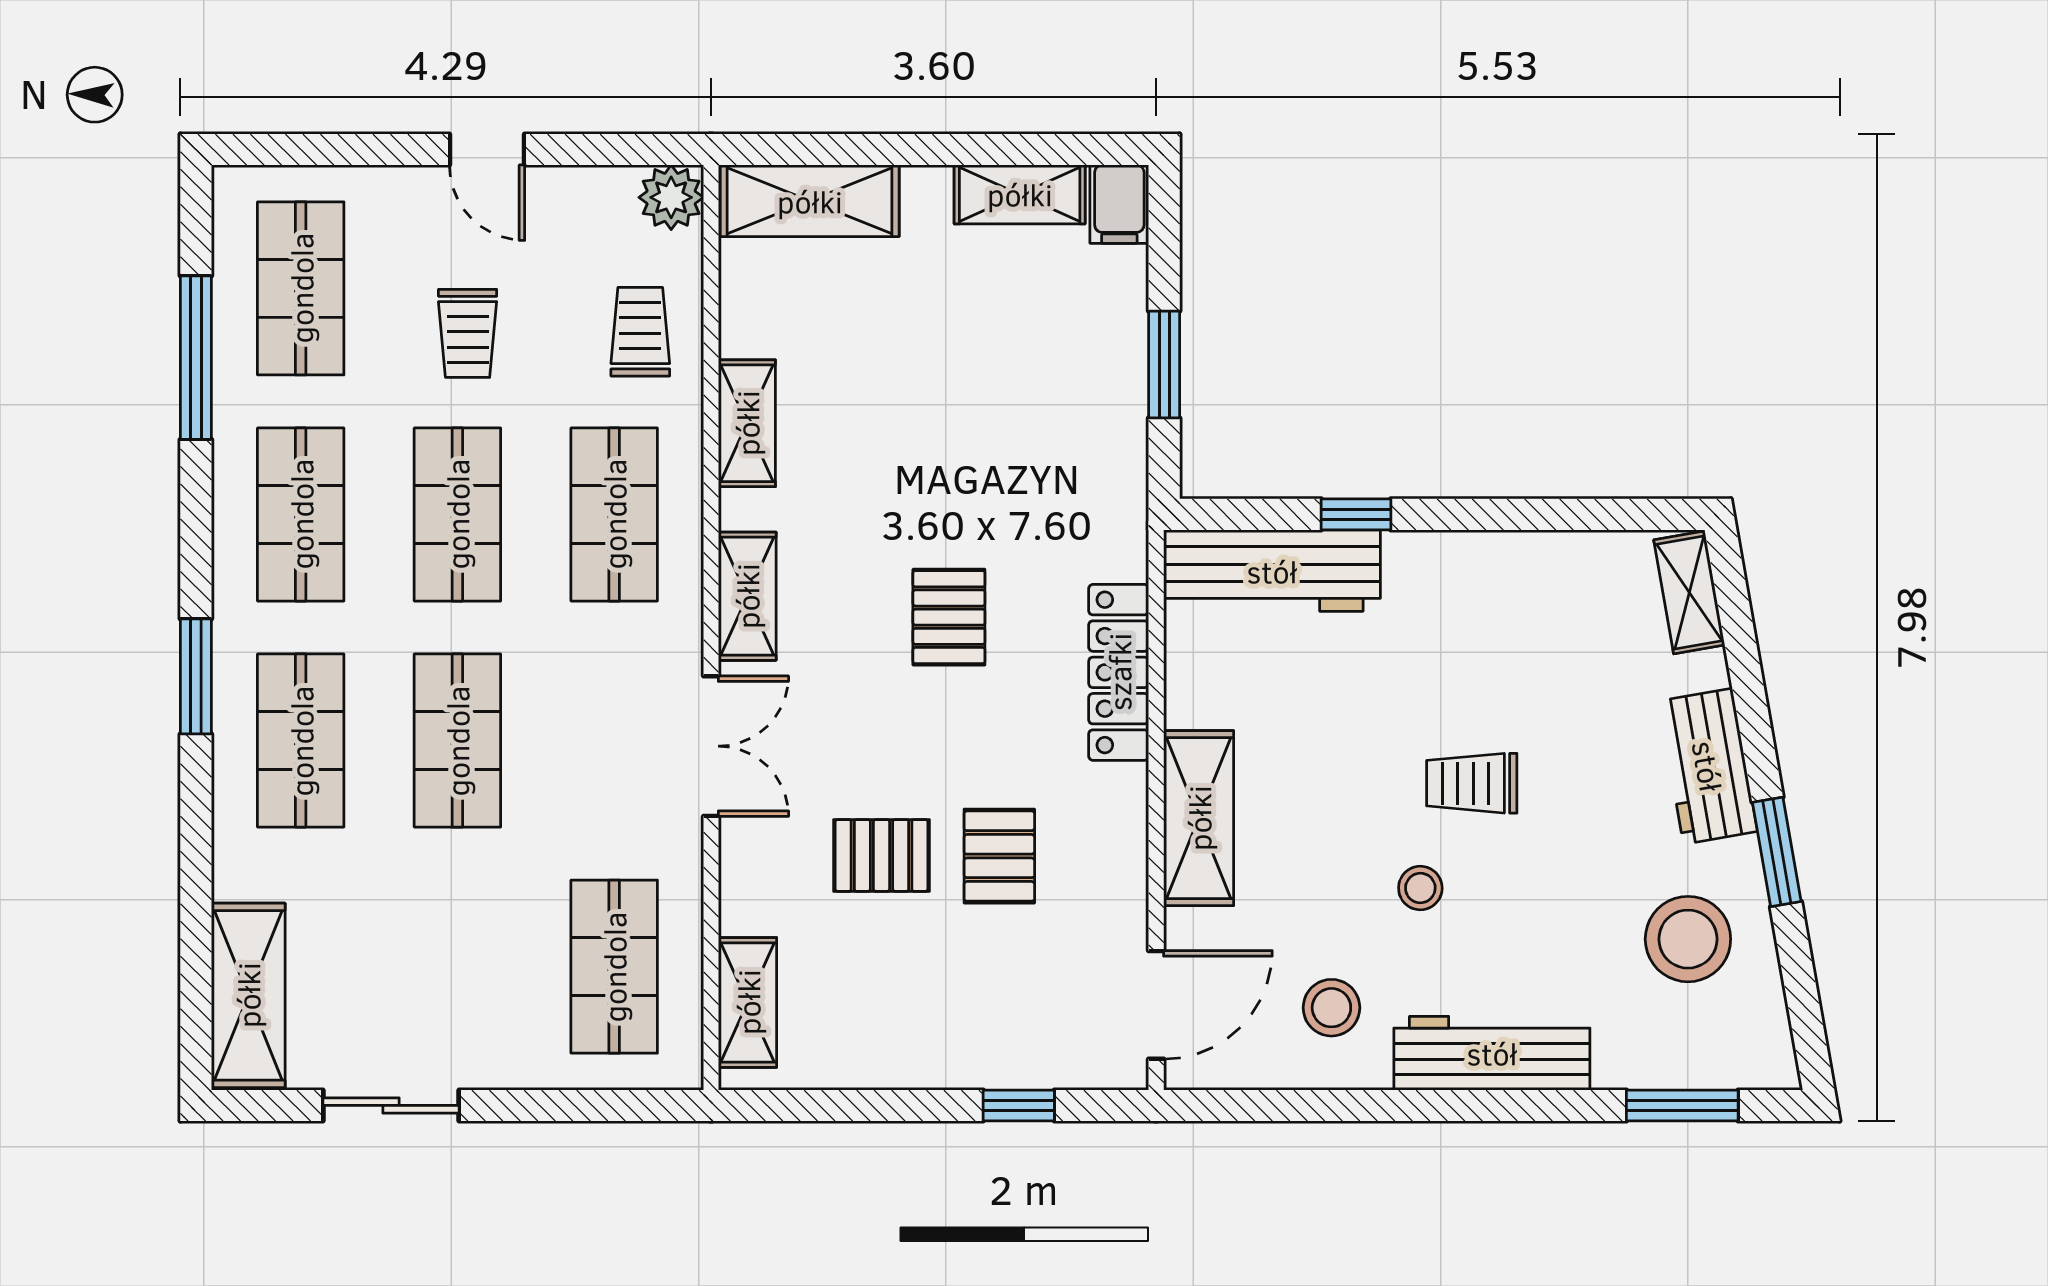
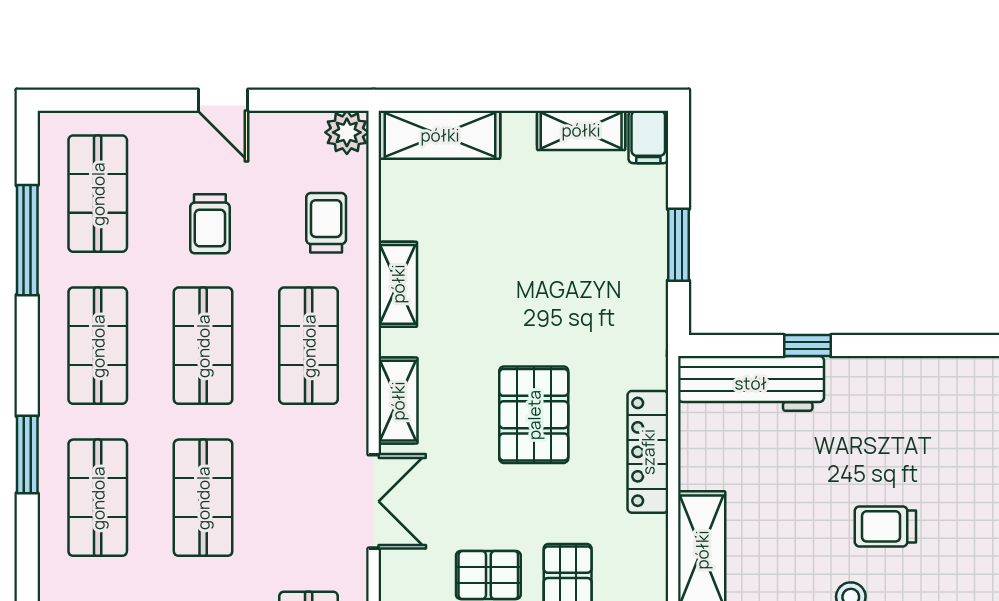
pallet: (949, 617) -> (534, 415), width x1.50, depth x1.42

